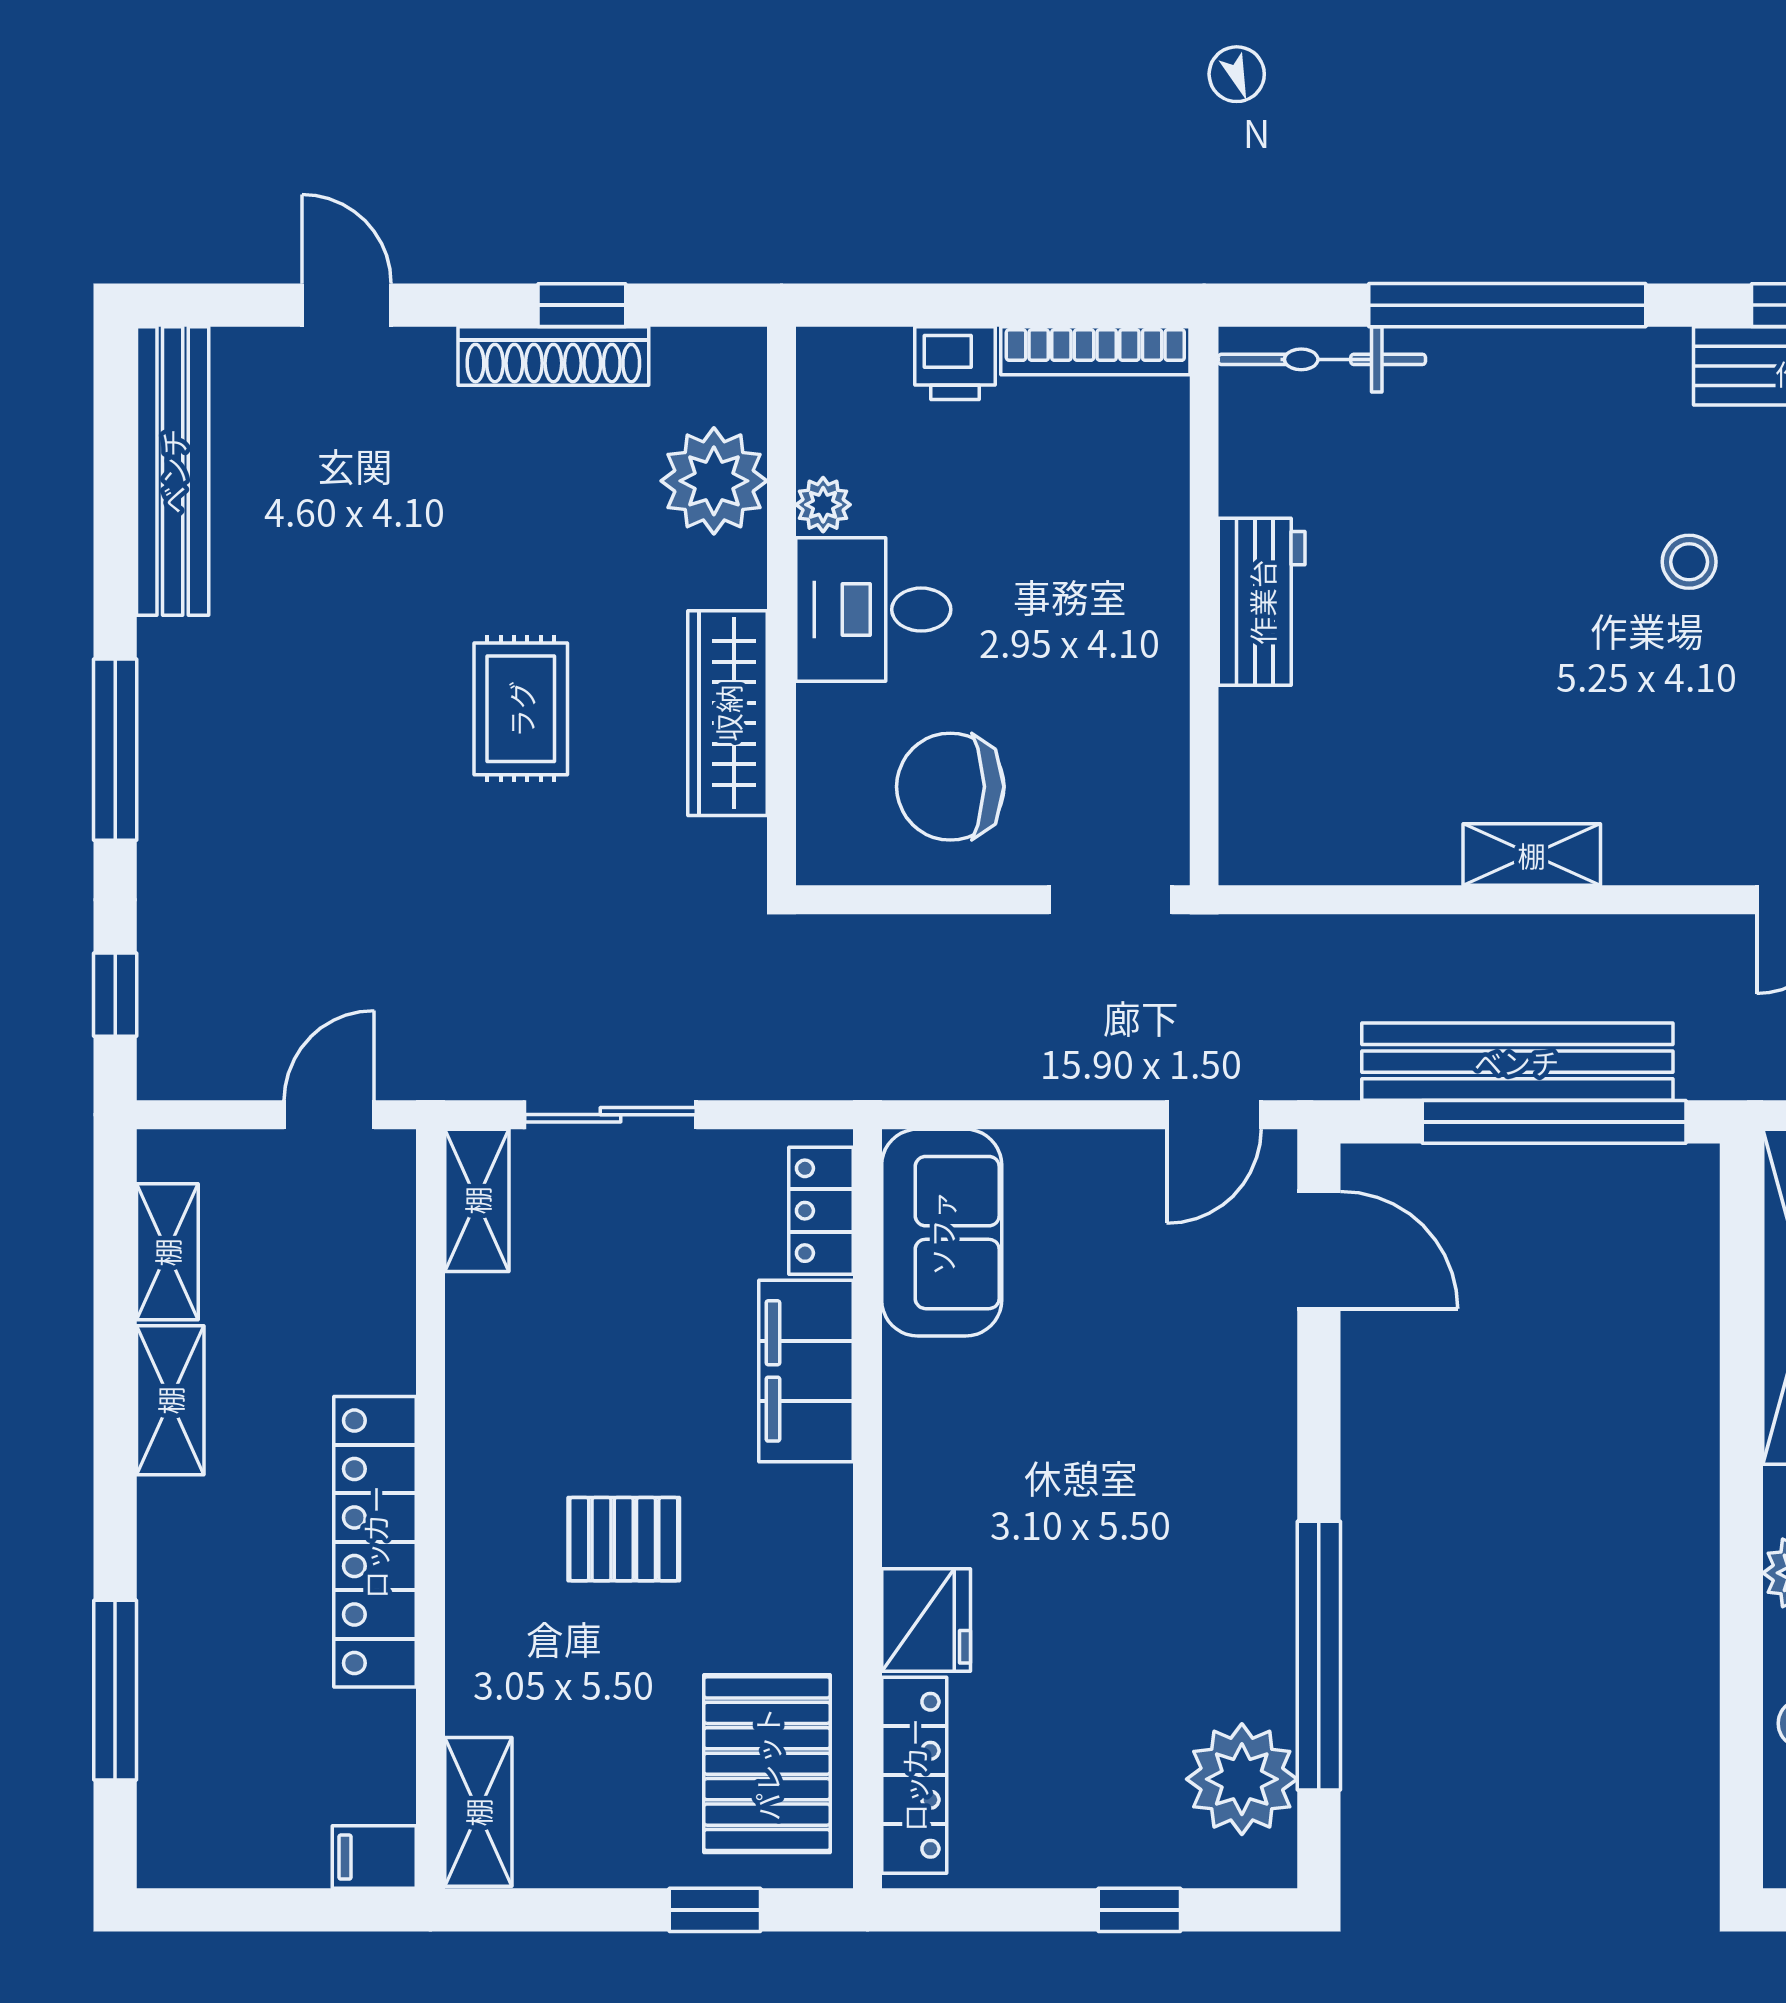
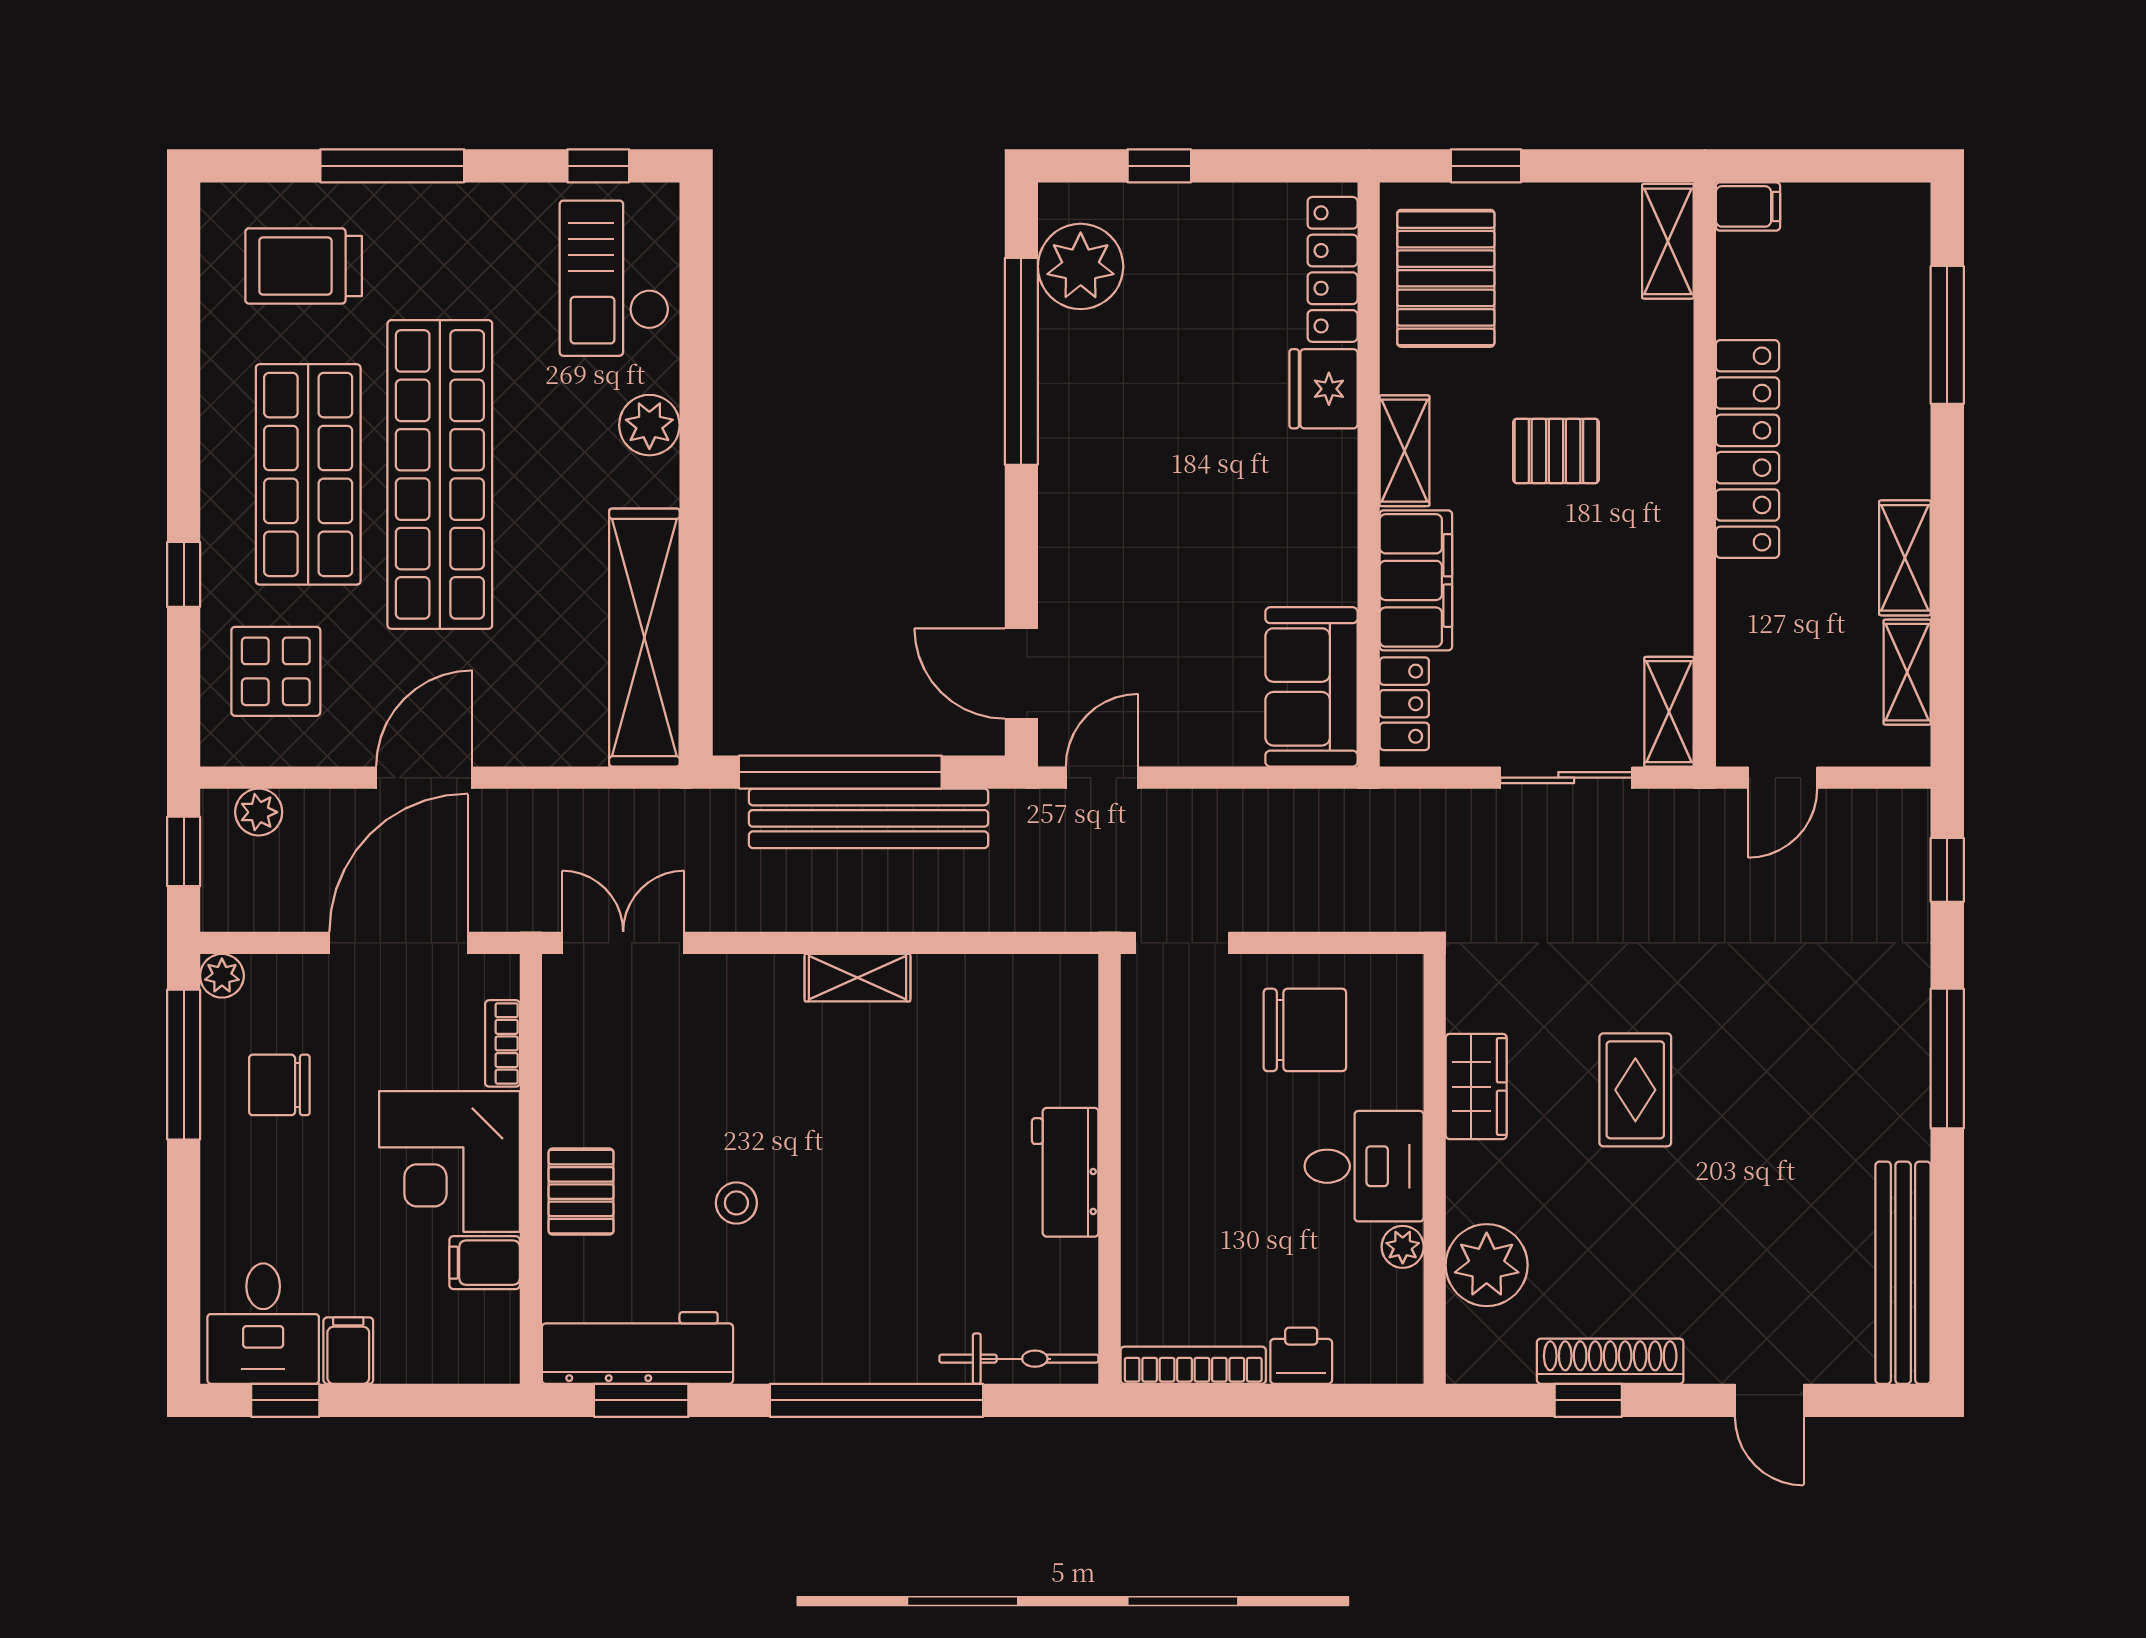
wardrobe: (728, 713) -> (1476, 1087), width x0.67
shelving: (821, 1540) -> (1404, 451), added

